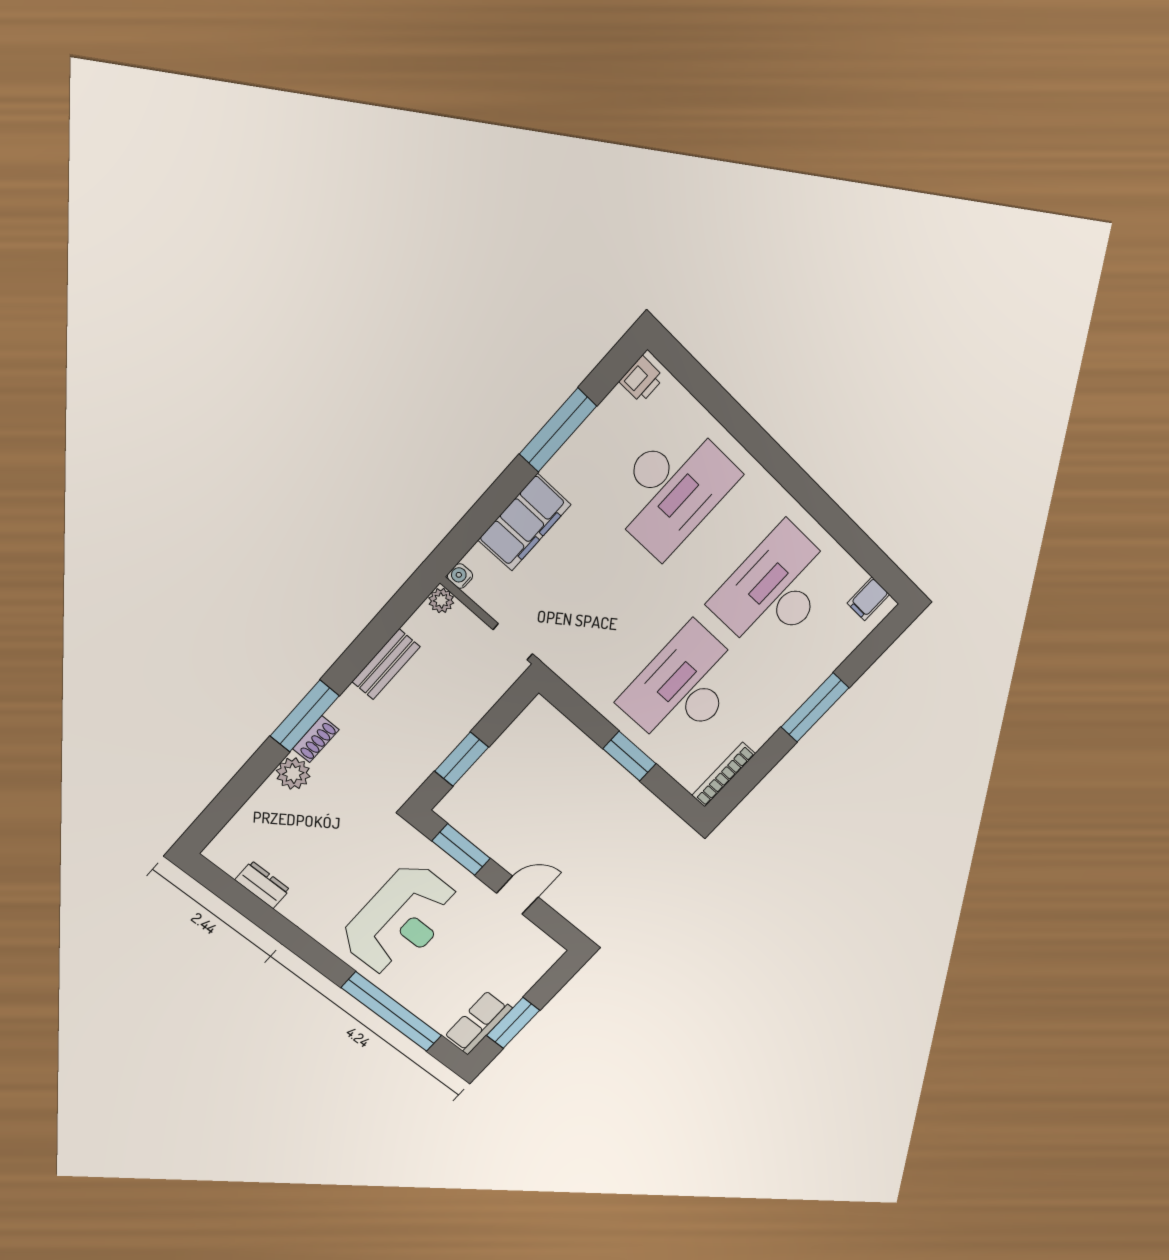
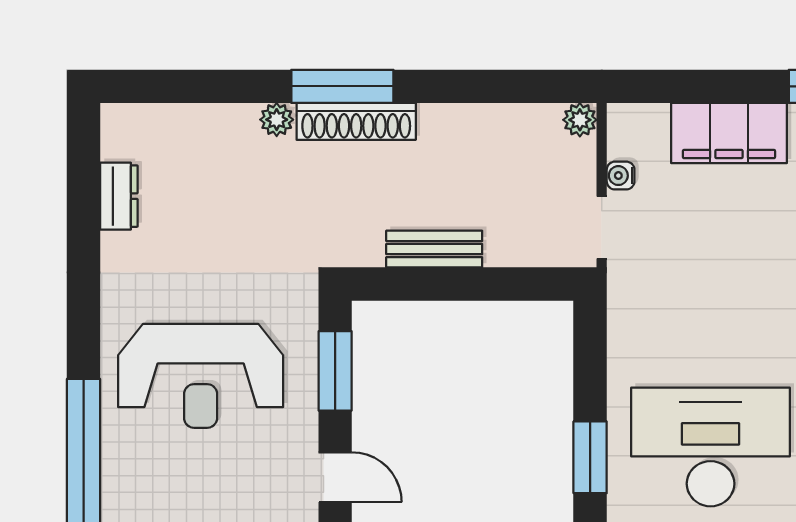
water cooler: (460, 576) -> (621, 176), moved, turned -90
bench: (386, 664) -> (434, 249), moved
shoe rack: (316, 739) -> (356, 121), width x1.94, depth x1.24
window: (462, 759) -> (434, 284), removed
plant: (293, 774) -> (277, 120), width x0.73, depth x0.73

